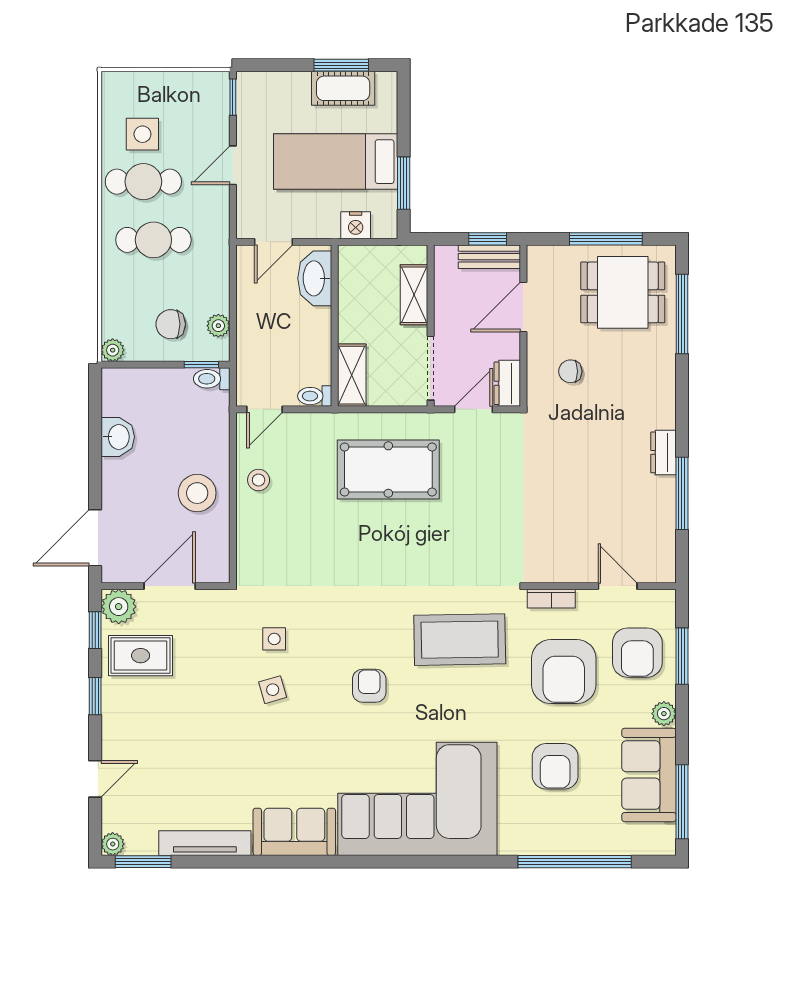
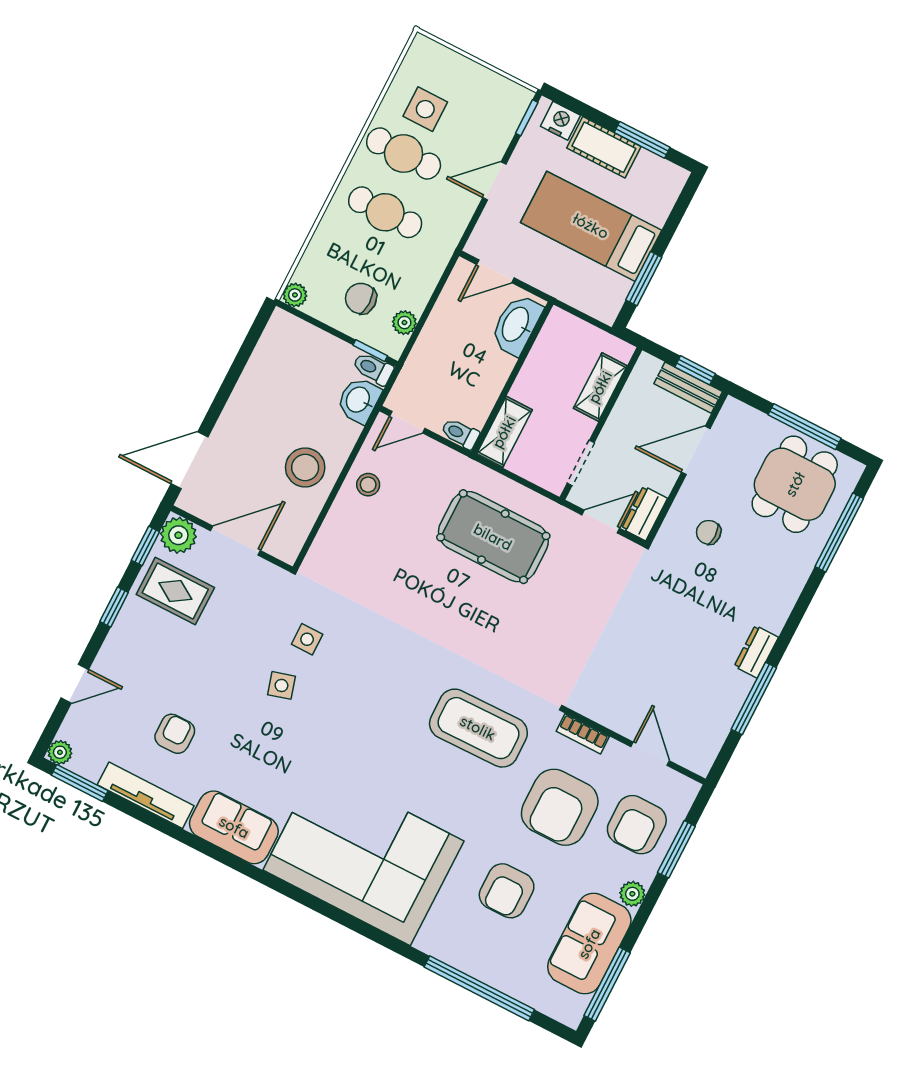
cot: (343, 88) -> (604, 147), moved
nightstand: (356, 225) -> (560, 121), moved, turned 180
dining table: (623, 292) -> (795, 484), turned 90
doorway: (431, 368) -> (581, 463), width x0.73
washbasin: (118, 437) -> (359, 400), moved, turned 180
armchair: (369, 686) -> (175, 734), moved

